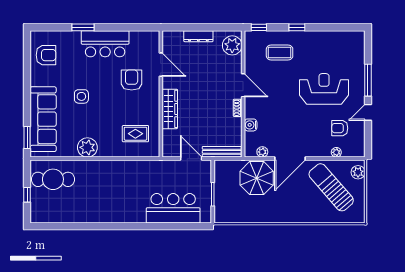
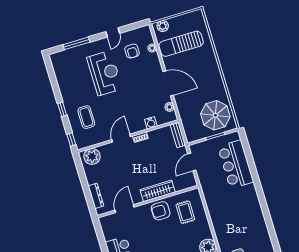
dresser: (198, 36) -> (96, 196), moved
armchair: (132, 80) -> (161, 211), moved
window: (368, 80) -> (77, 43), moved
reception desk: (324, 89) -> (105, 73), turned 180
door: (368, 112) -> (113, 32), hinge flipped
bench: (222, 152) -> (178, 135), width x0.73
parasol: (257, 178) -> (215, 115), moved
sun lounger: (331, 187) -> (181, 44), turned 41

